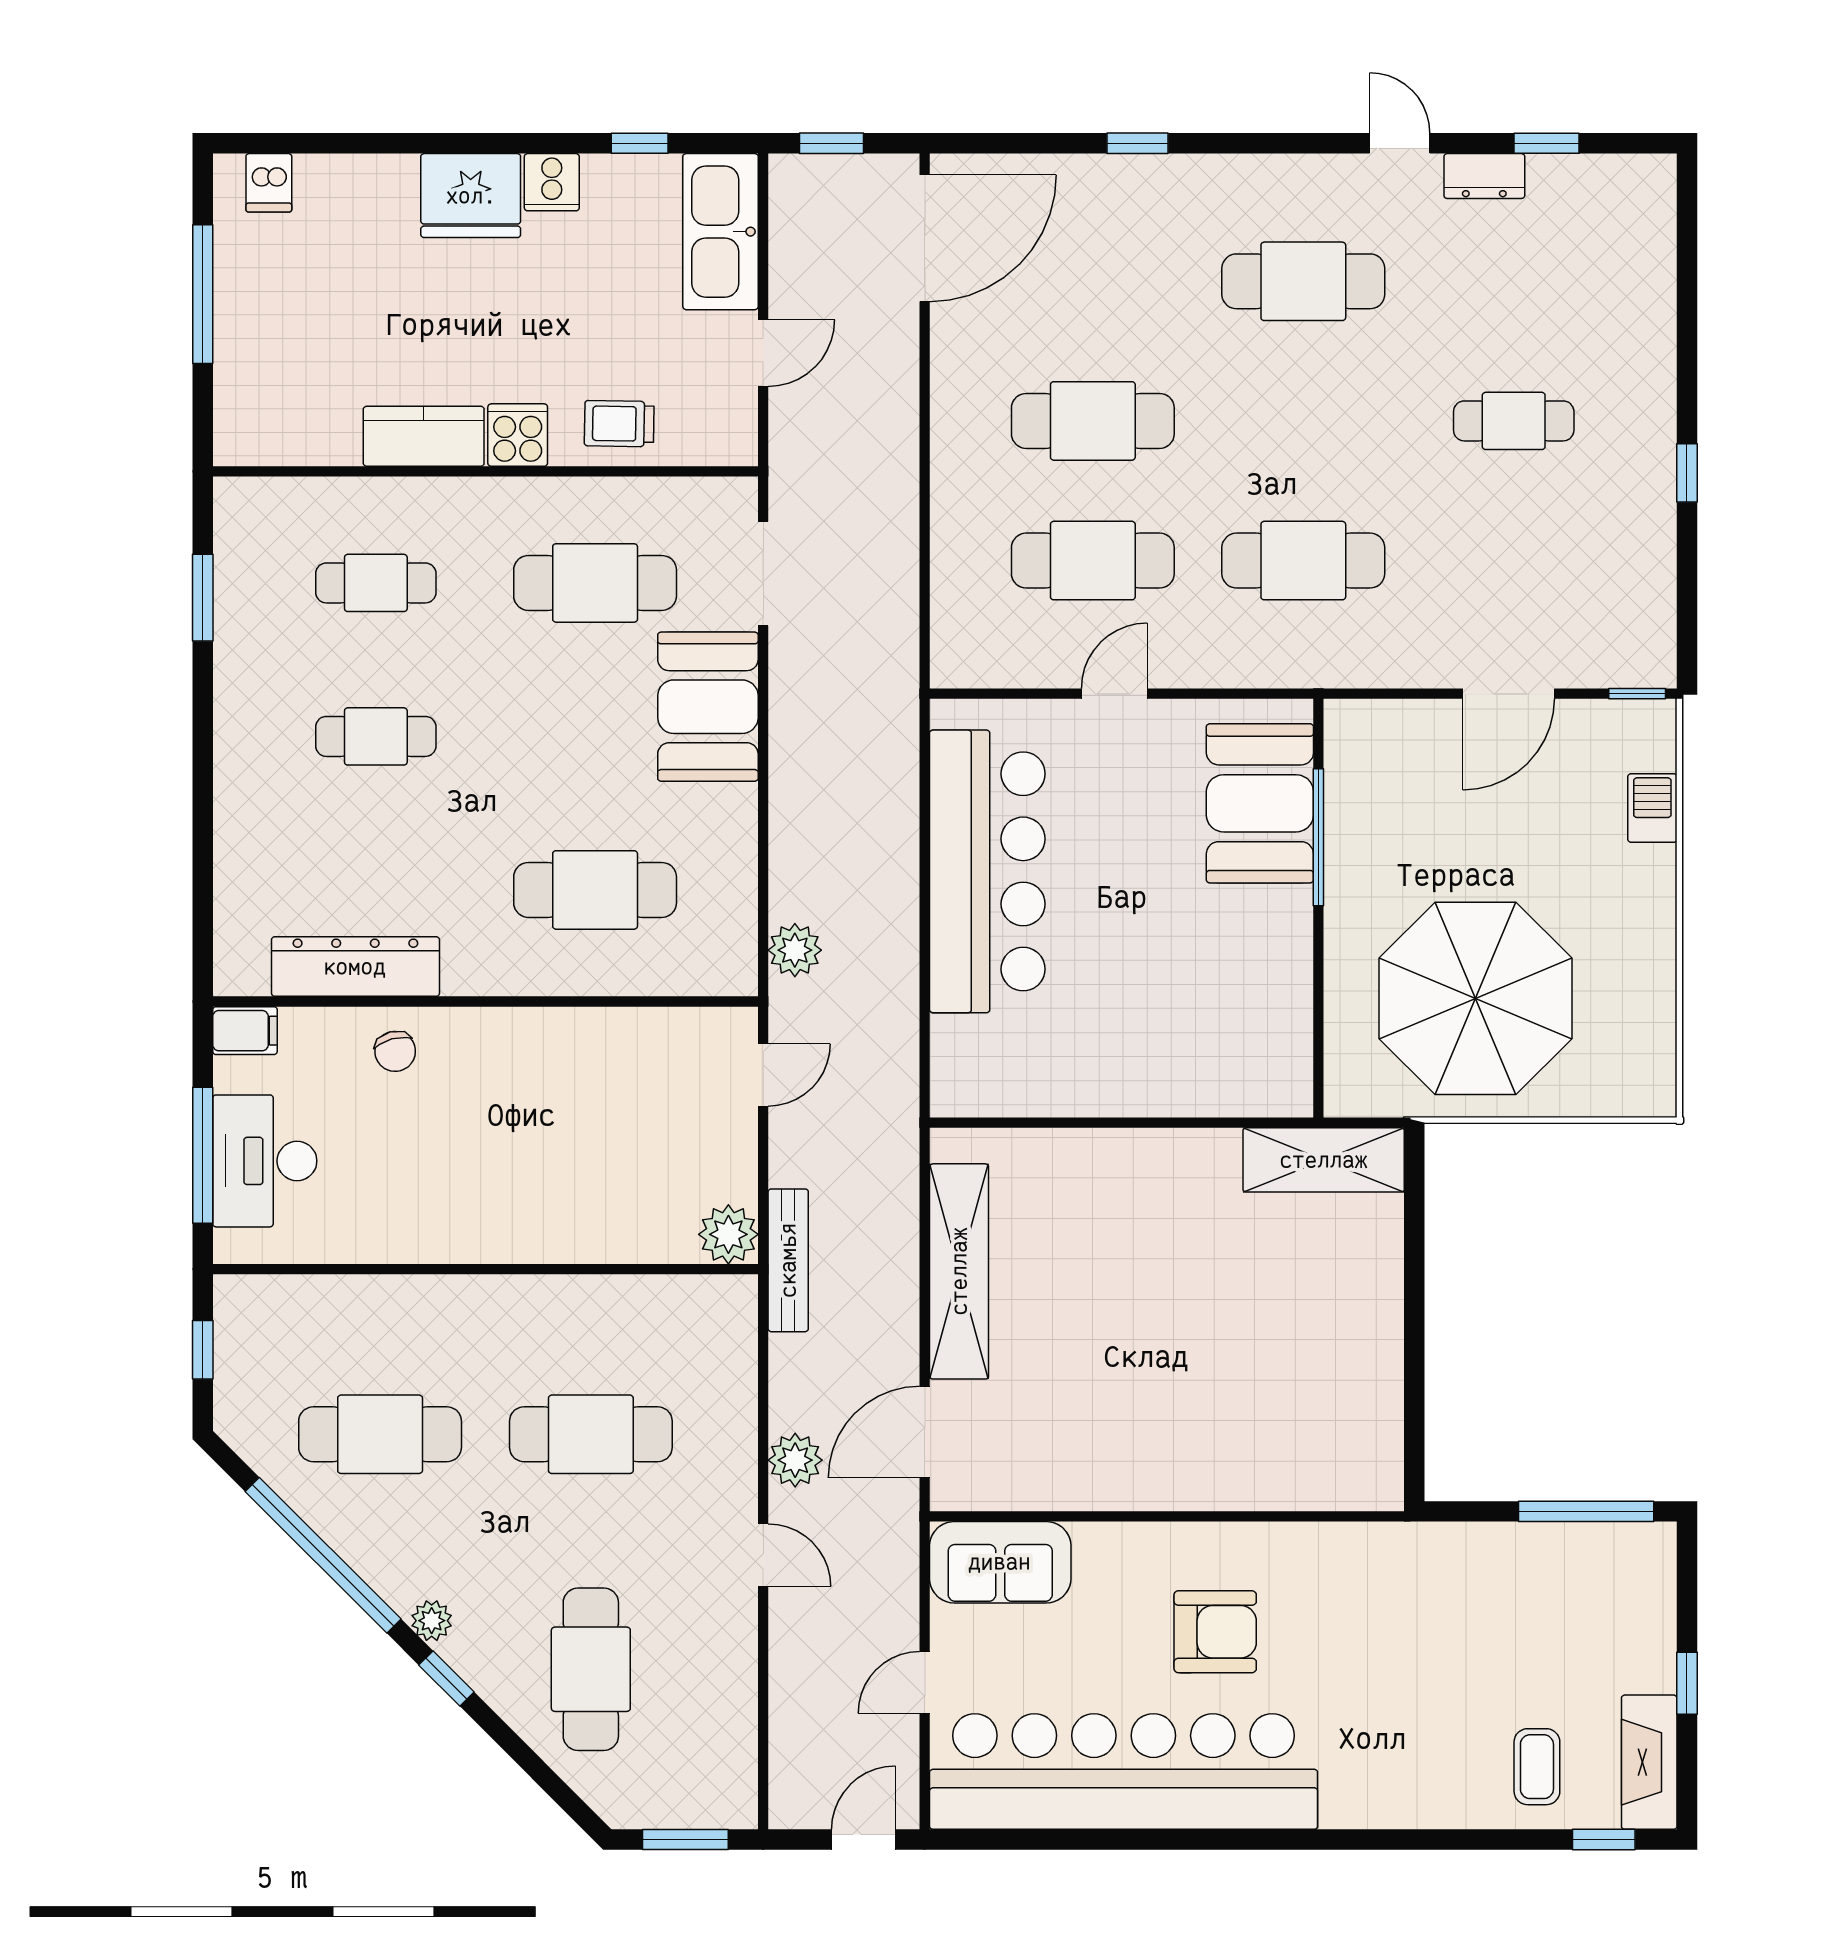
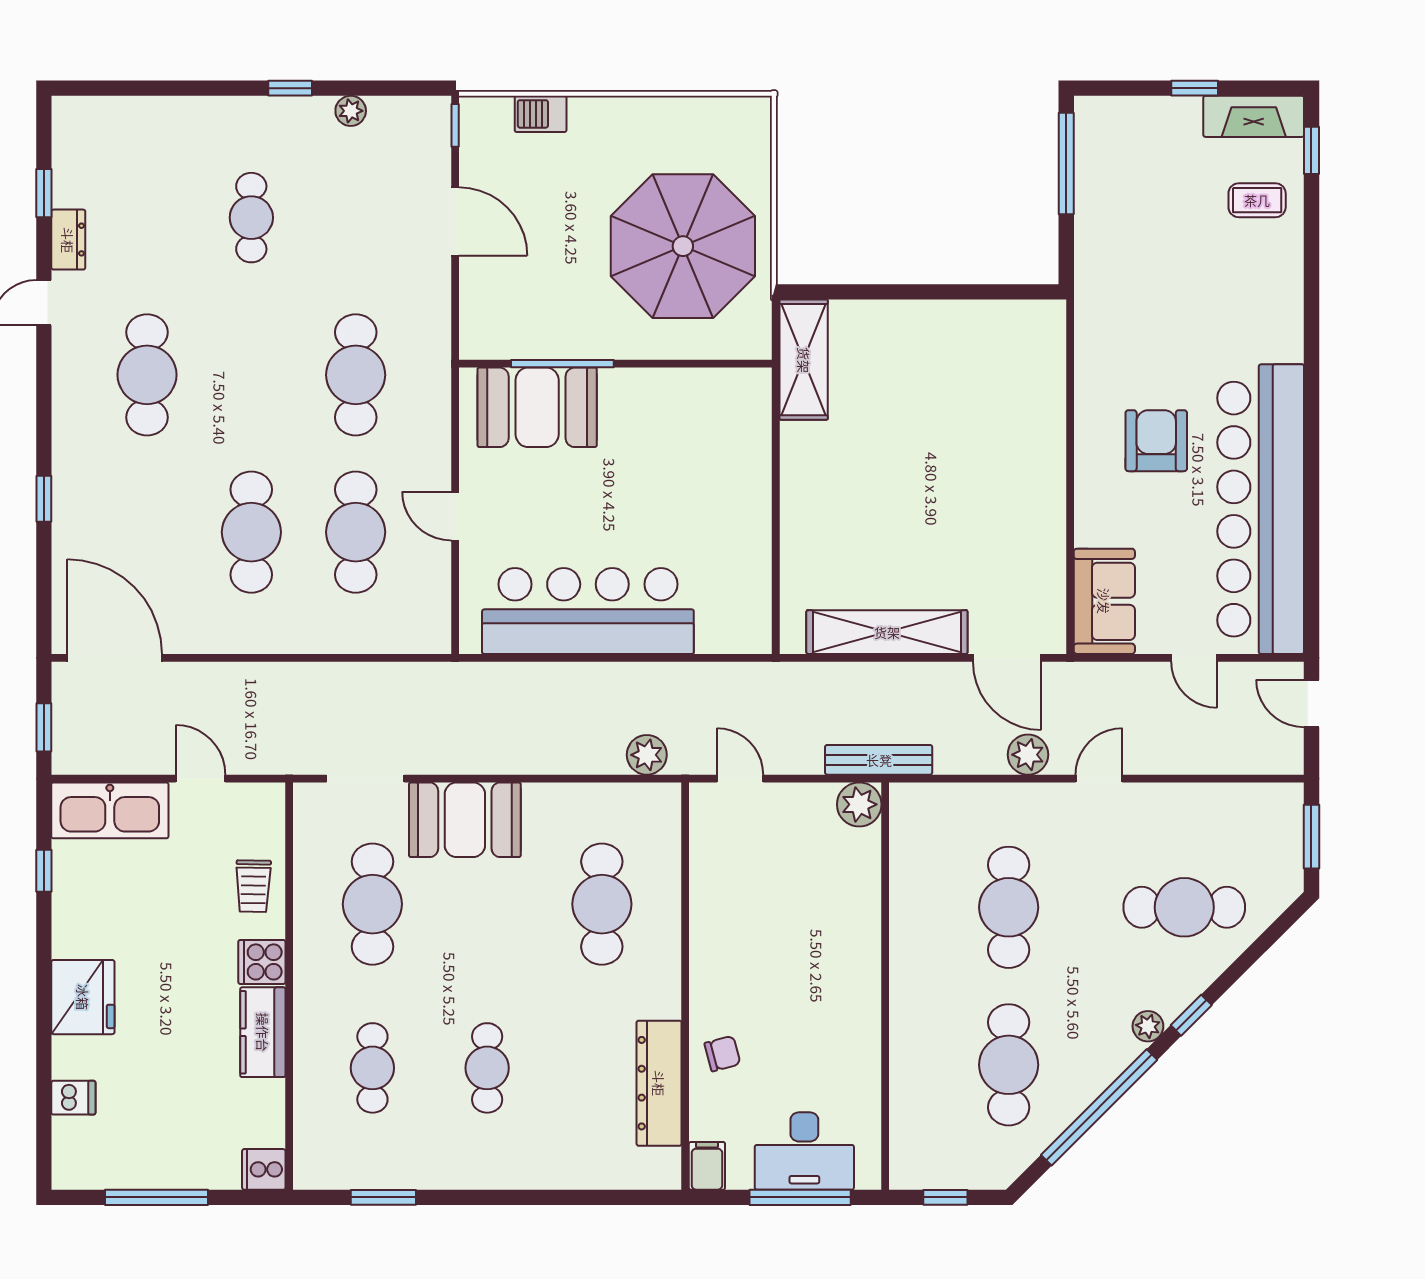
cooker: (552, 182) -> (264, 1169), moved, turned 180
dishwasher: (269, 183) -> (73, 1098), moved
plant: (1657, 554) -> (351, 111), added

